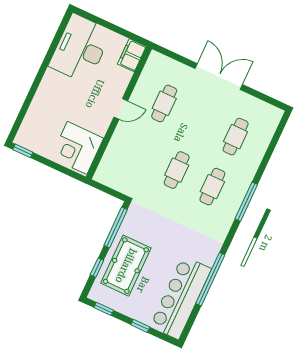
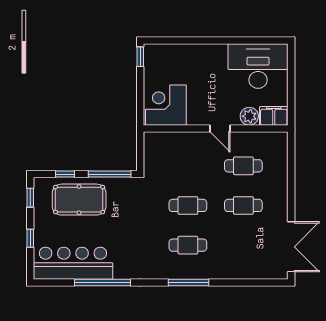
plant: (122, 77) -> (249, 116), added
double door: (219, 77) -> (291, 247), moved
cafe table: (236, 137) -> (243, 205), moved

